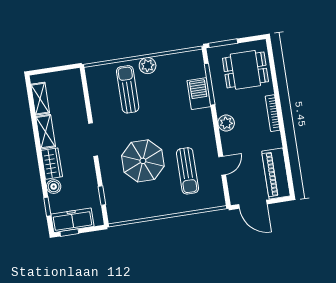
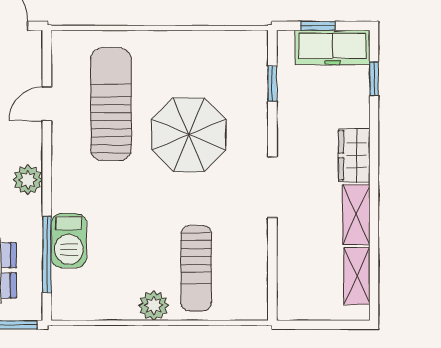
sun lounger: (187, 171) -> (111, 104), width x1.36, depth x1.34
boiler: (54, 187) -> (357, 113), removed
window: (69, 233) -> (318, 26), moved

